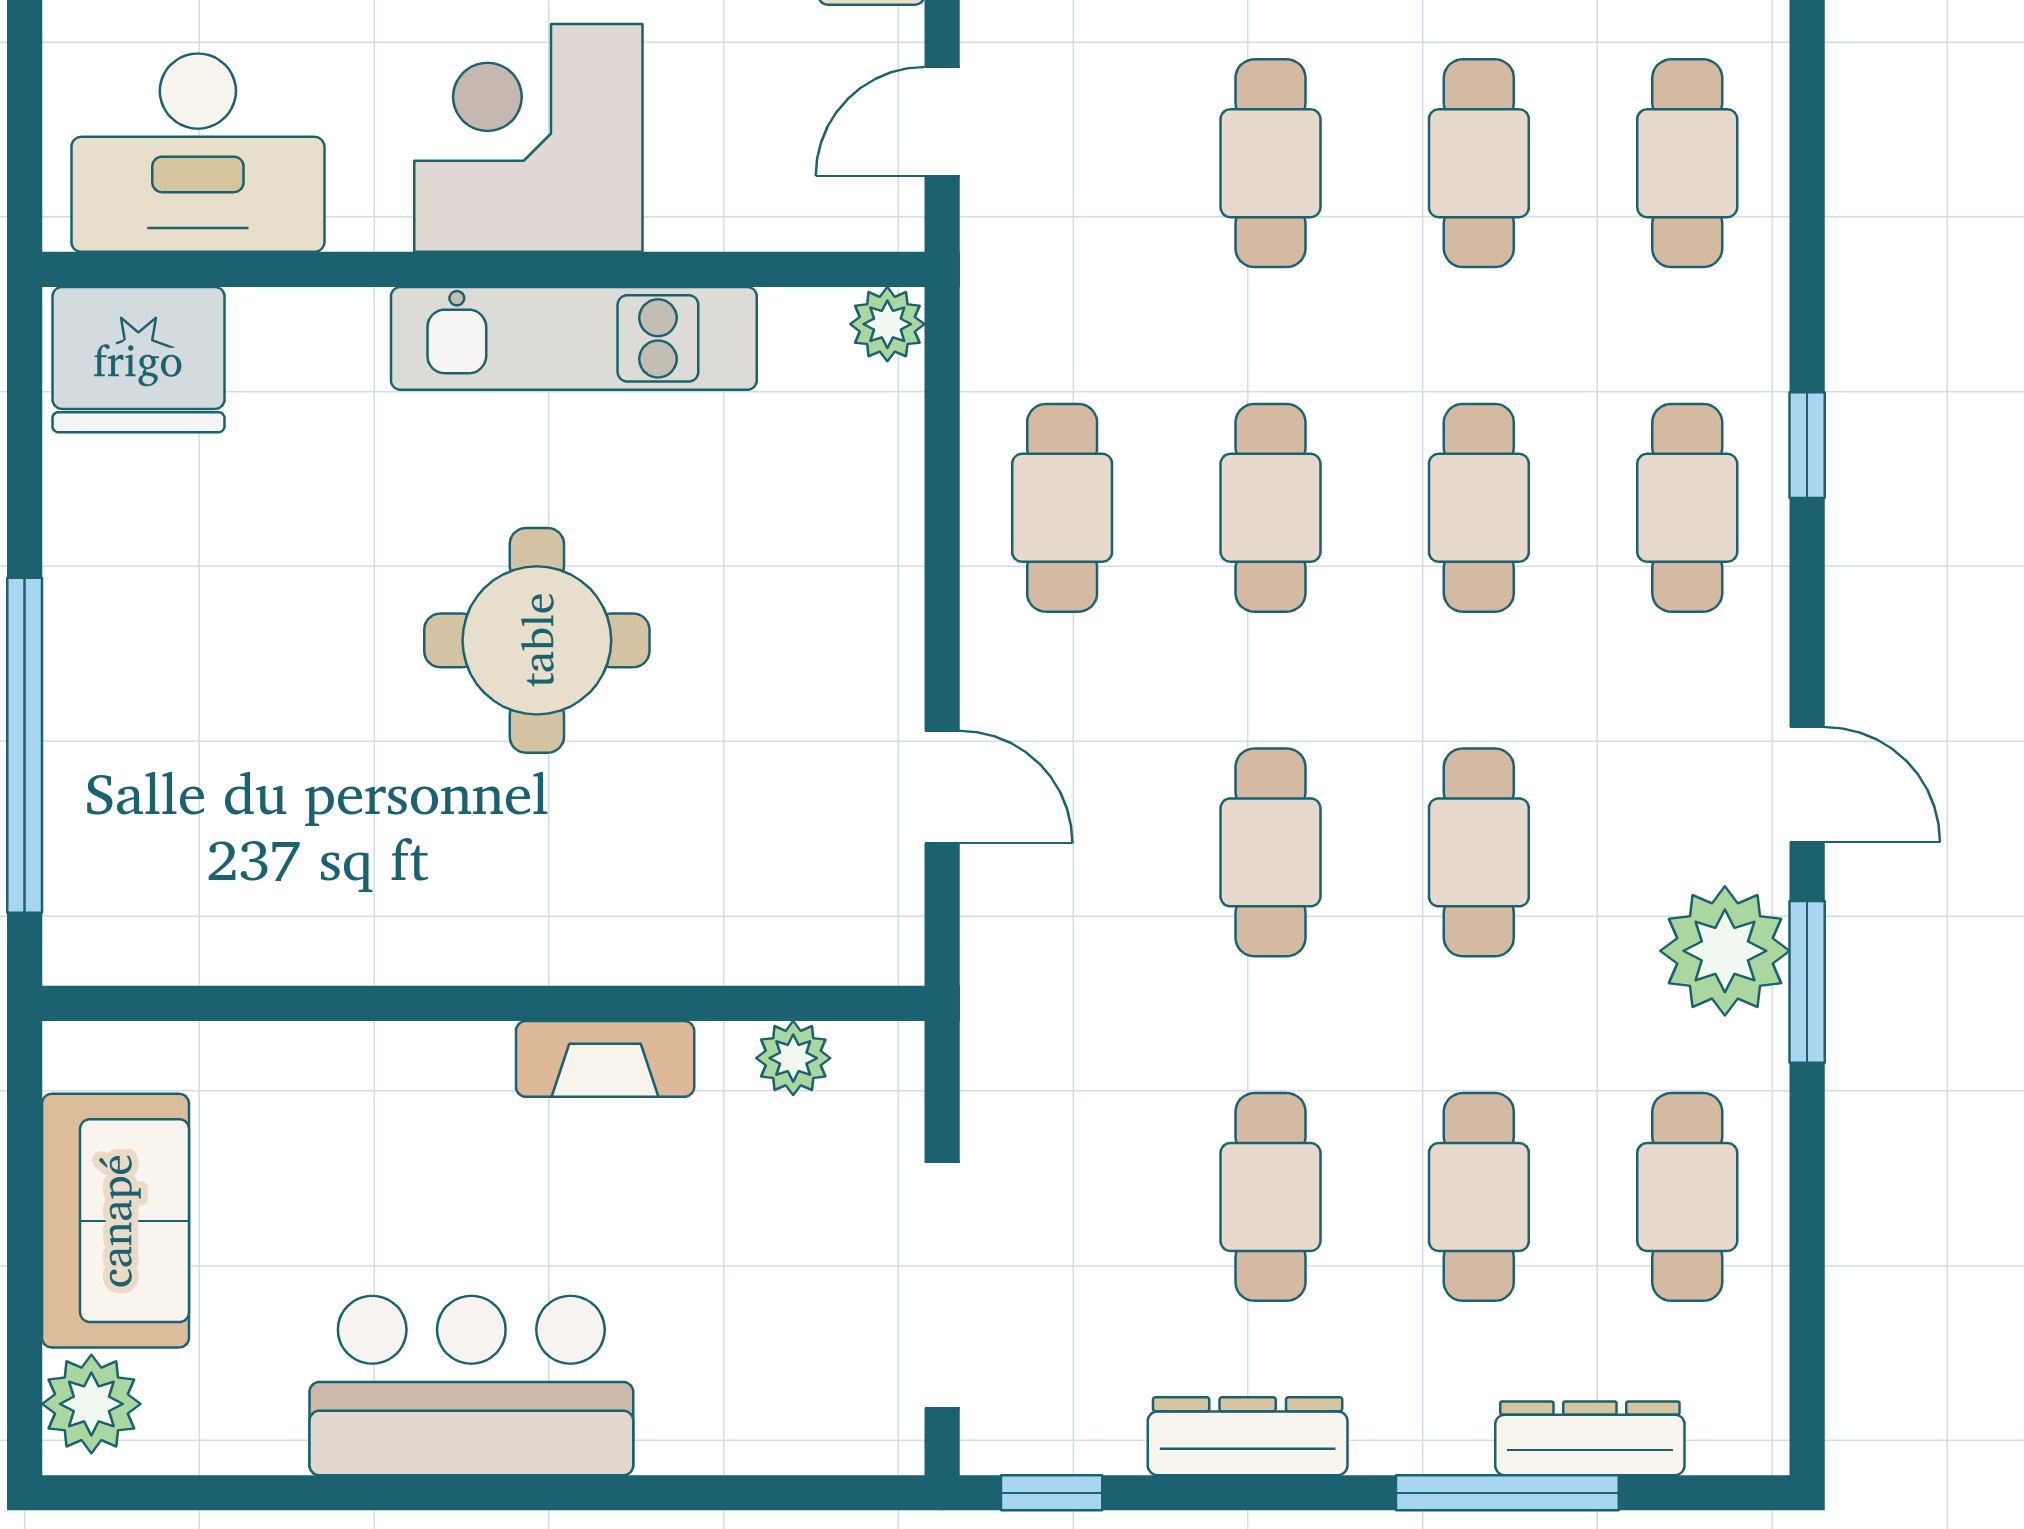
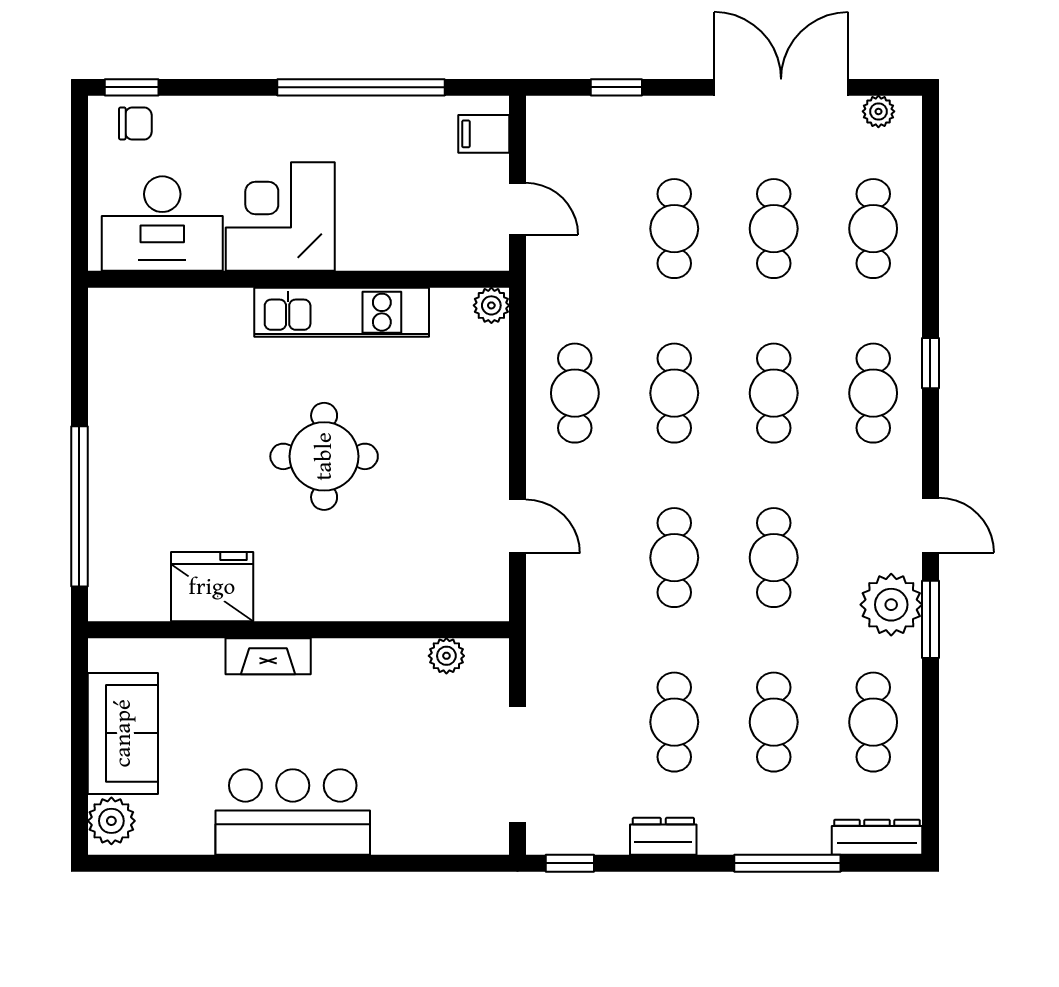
door: (942, 122) -> (518, 209), swing flipped
corner desk: (528, 138) -> (280, 217), moved
fridge: (138, 360) -> (212, 587), moved, turned 180
fireplace: (605, 1059) -> (268, 656), moved
dresser: (1248, 1436) -> (663, 836), width x0.70
dresser: (1590, 1438) -> (877, 837), moved

